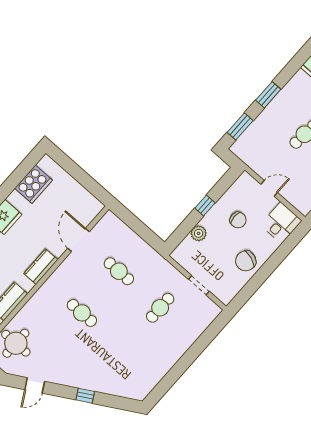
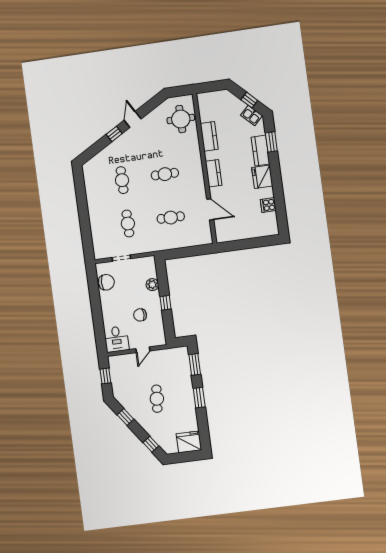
cooker: (34, 184) -> (268, 205), width x0.53, depth x0.76
chair: (246, 261) -> (106, 282), moved, turned 72
cafe table: (123, 349) -> (122, 180), added
door: (35, 385) -> (133, 119), moved

